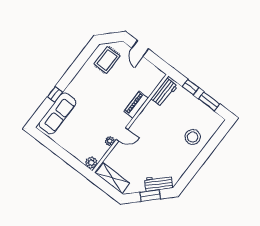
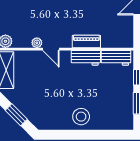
stool: (193, 137) -> (81, 117), moved
workbench: (158, 183) -> (86, 58), moved, turned 135

